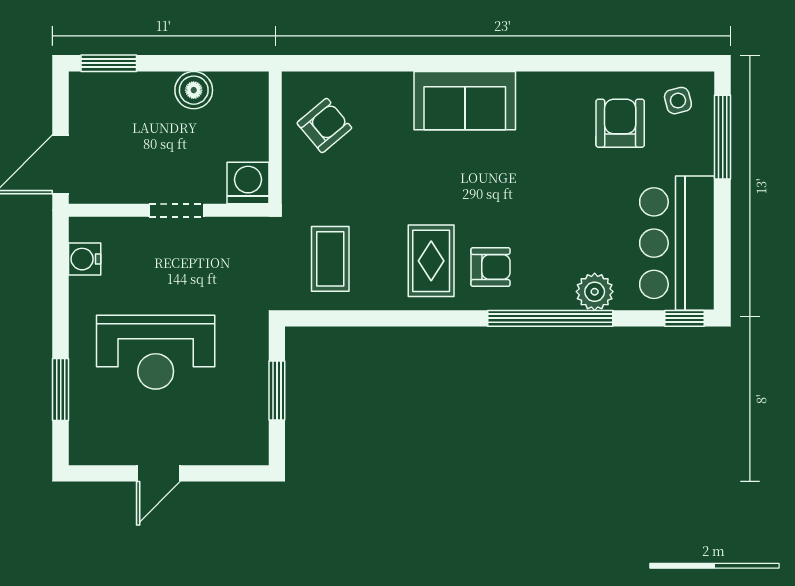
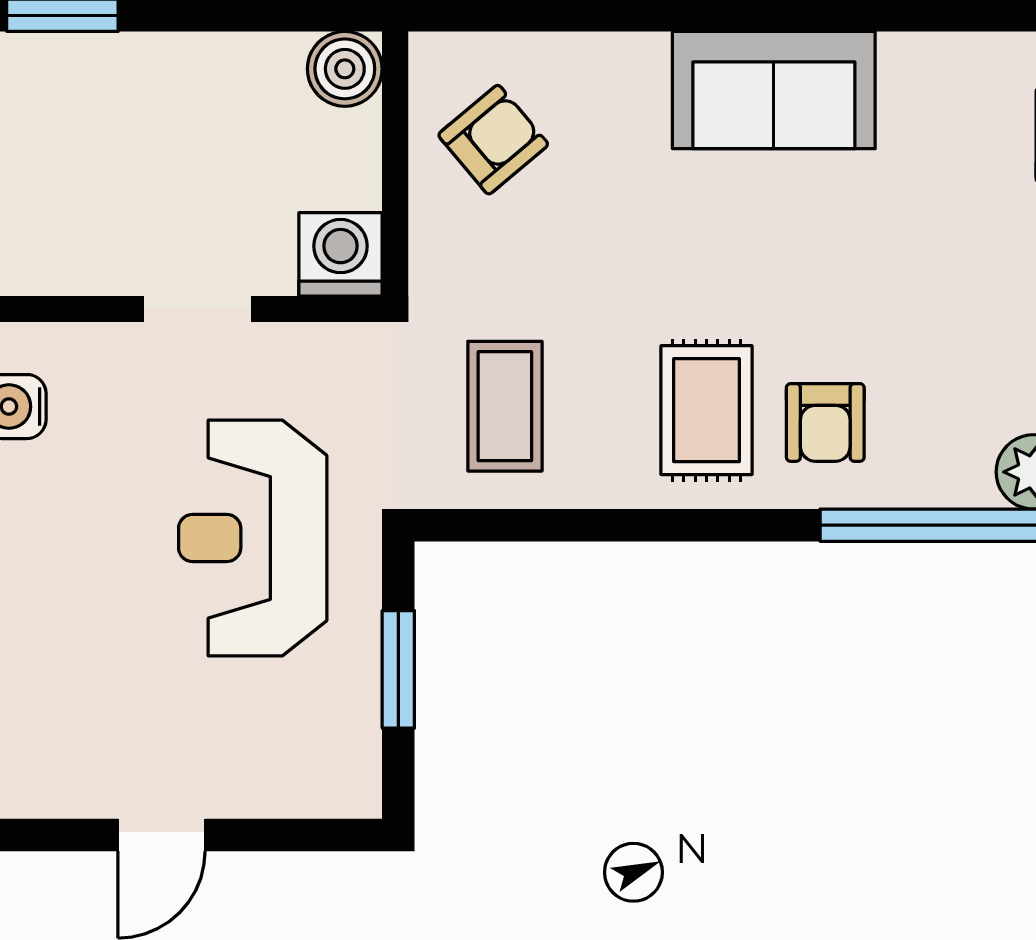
boiler: (194, 90) -> (345, 69), moved
armchair: (491, 267) -> (825, 422), turned 90
reception desk: (156, 352) -> (253, 538), moved, turned 90

